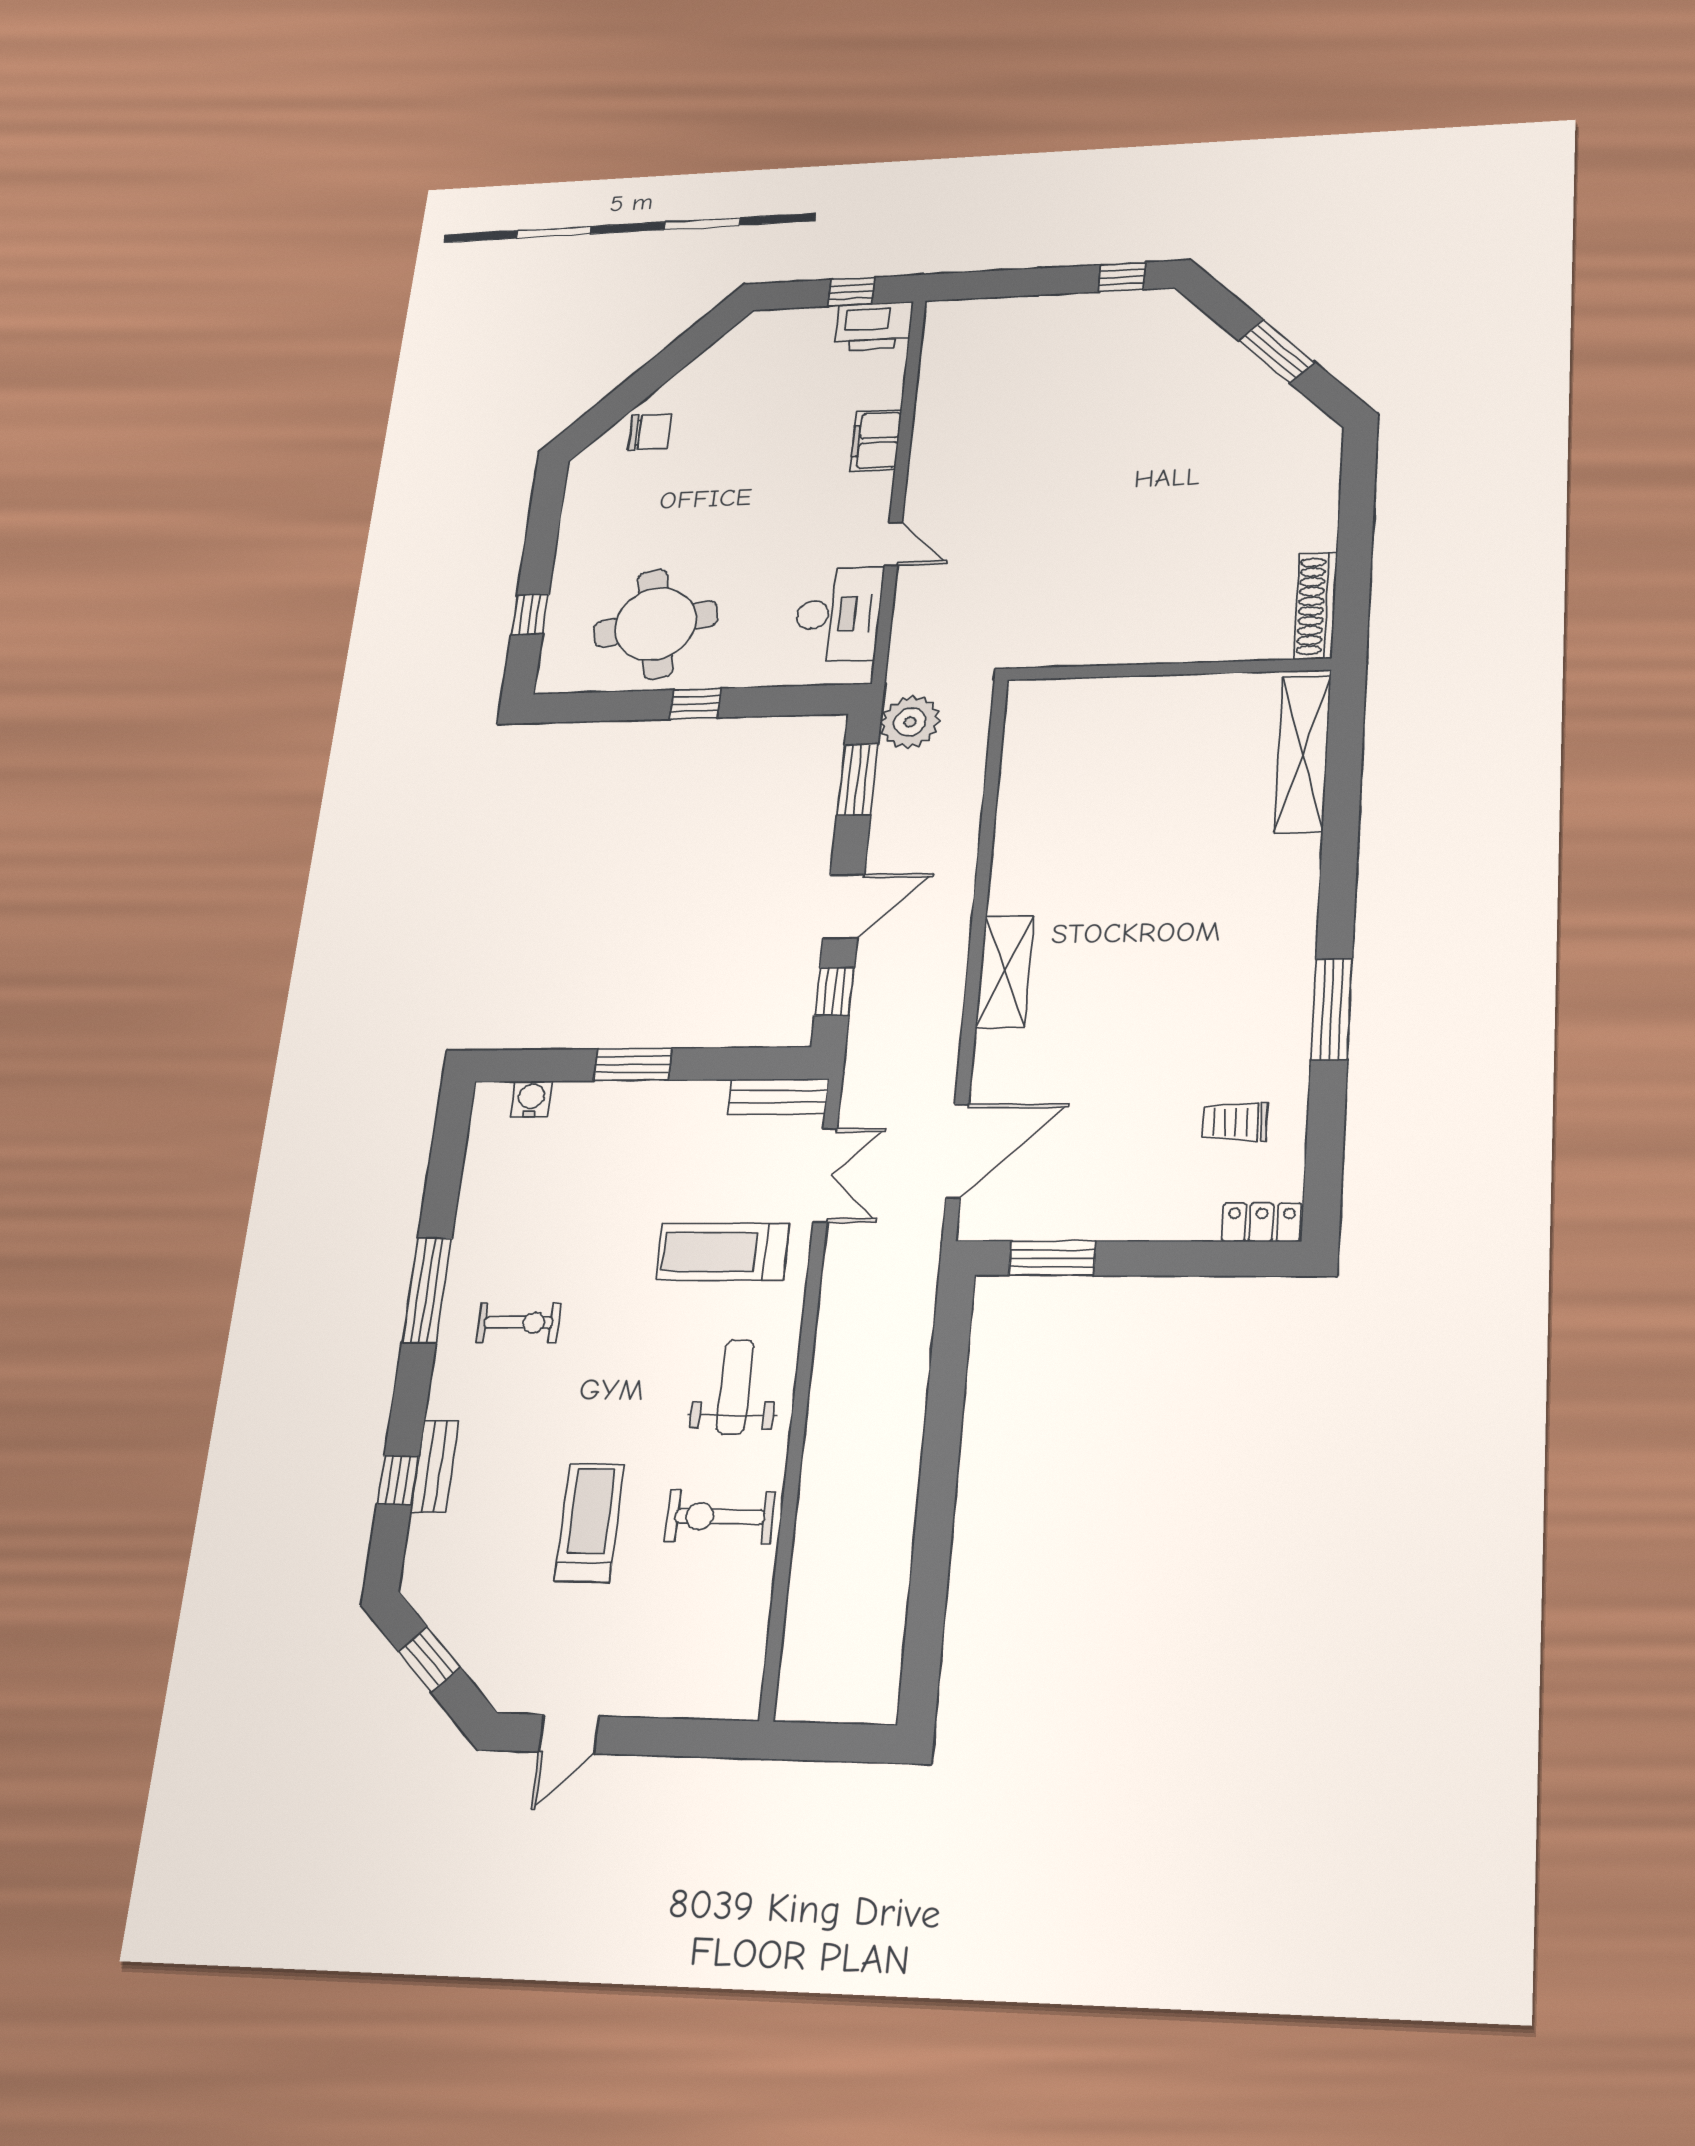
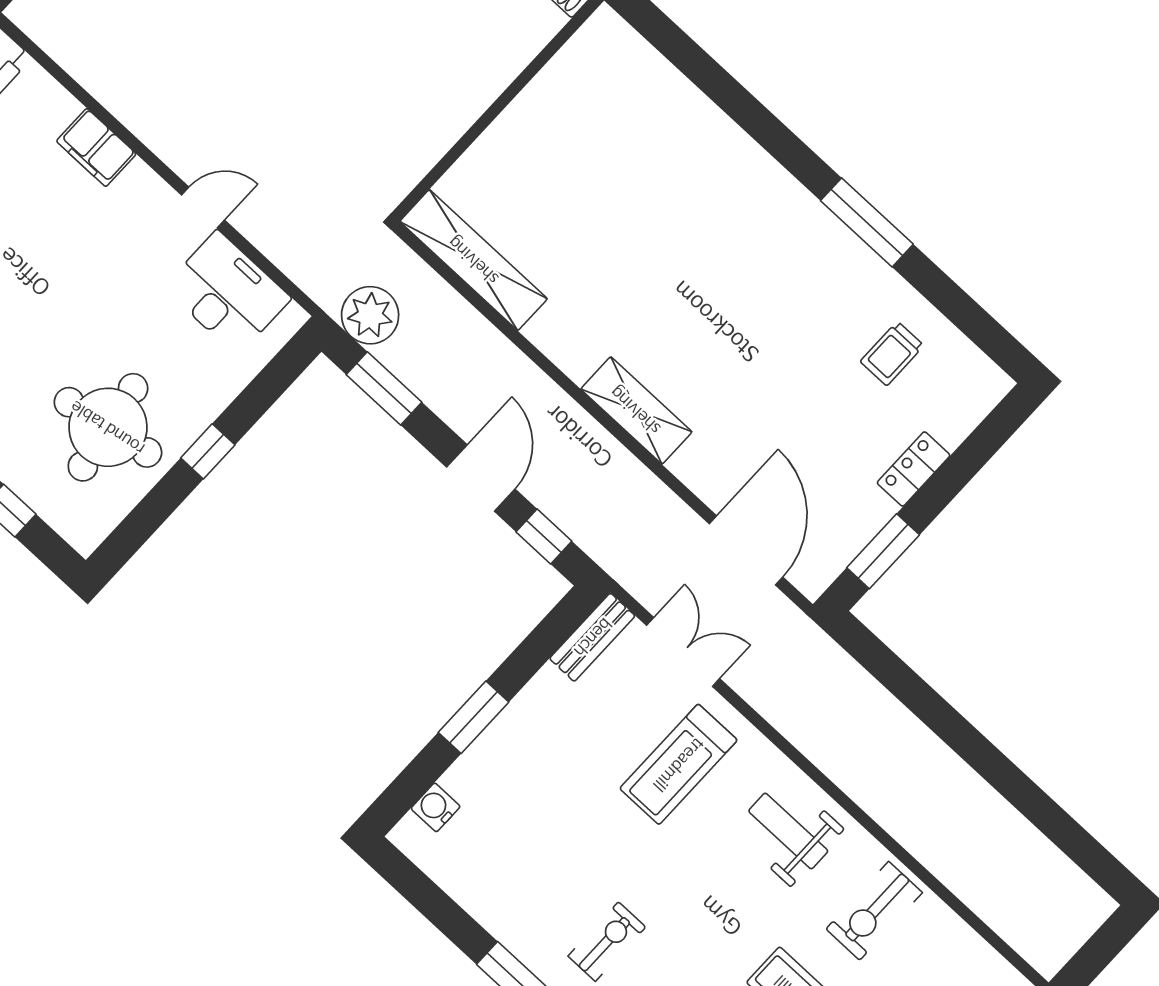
shelving: (1303, 754) -> (474, 260), moved
locker: (1261, 1222) -> (914, 469), moved

